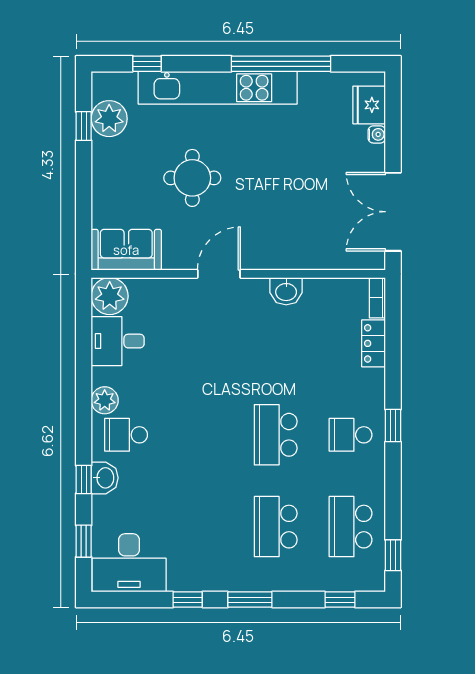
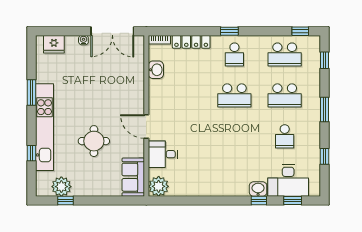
window: (147, 64) -> (31, 153), moved
window: (281, 64) -> (31, 93), width x0.47
water cooler: (377, 134) -> (83, 40), moved
washbasin: (286, 291) -> (156, 70), moved
desk: (118, 341) -> (163, 154), moved, turned 90
locker: (374, 343) -> (191, 42), width x1.53
plant: (105, 400) -> (216, 189), removed
school desk: (126, 435) -> (285, 136), moved
desk: (129, 563) -> (288, 180), moved, turned 90
window: (188, 600) -> (325, 156), moved

